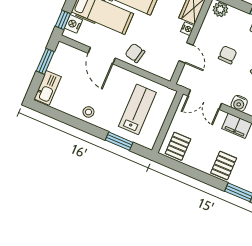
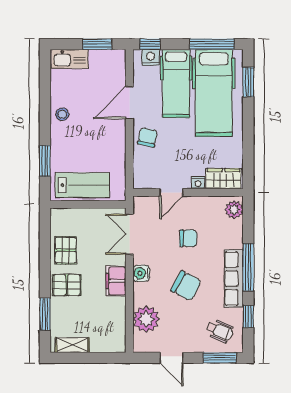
lab bench: (137, 109) -> (82, 185), moved
pallet: (178, 146) -> (66, 250), moved, turned 90

